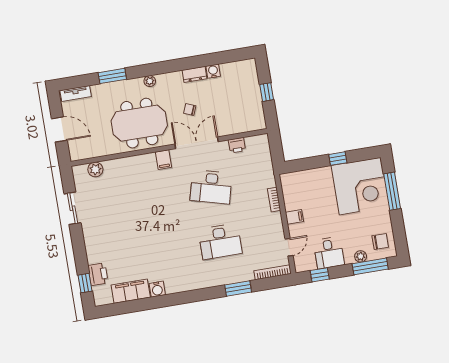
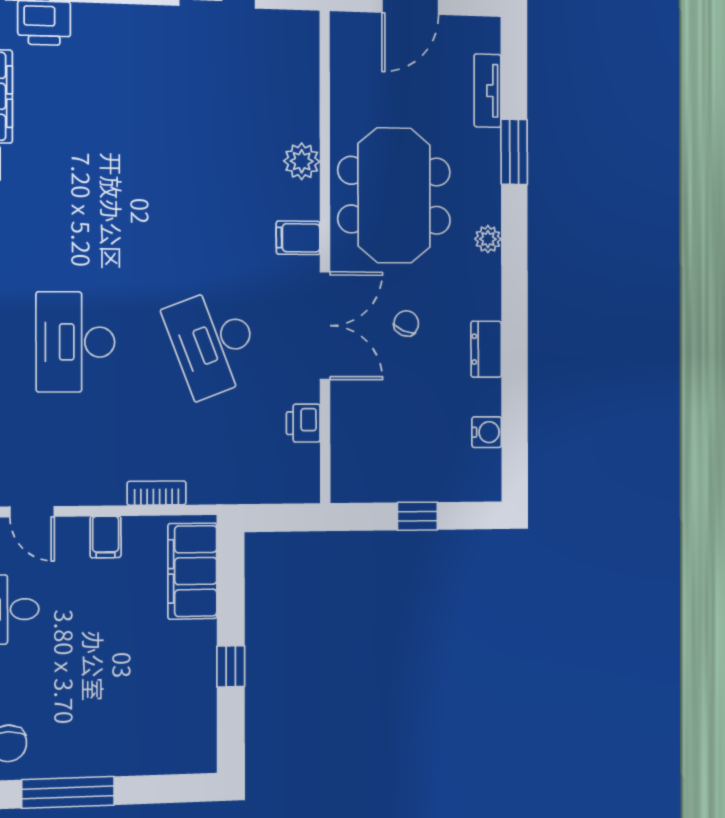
water cooler: (213, 71) -> (487, 432), moved
tv unit: (76, 94) -> (487, 91), moved
plant: (95, 169) -> (302, 161), moved
filing cabinet: (303, 180) -> (192, 571), added
corner desk: (360, 186) -> (155, 712), removed
desk: (211, 187) -> (213, 343), turned -36
window: (392, 191) -> (68, 792), moved

